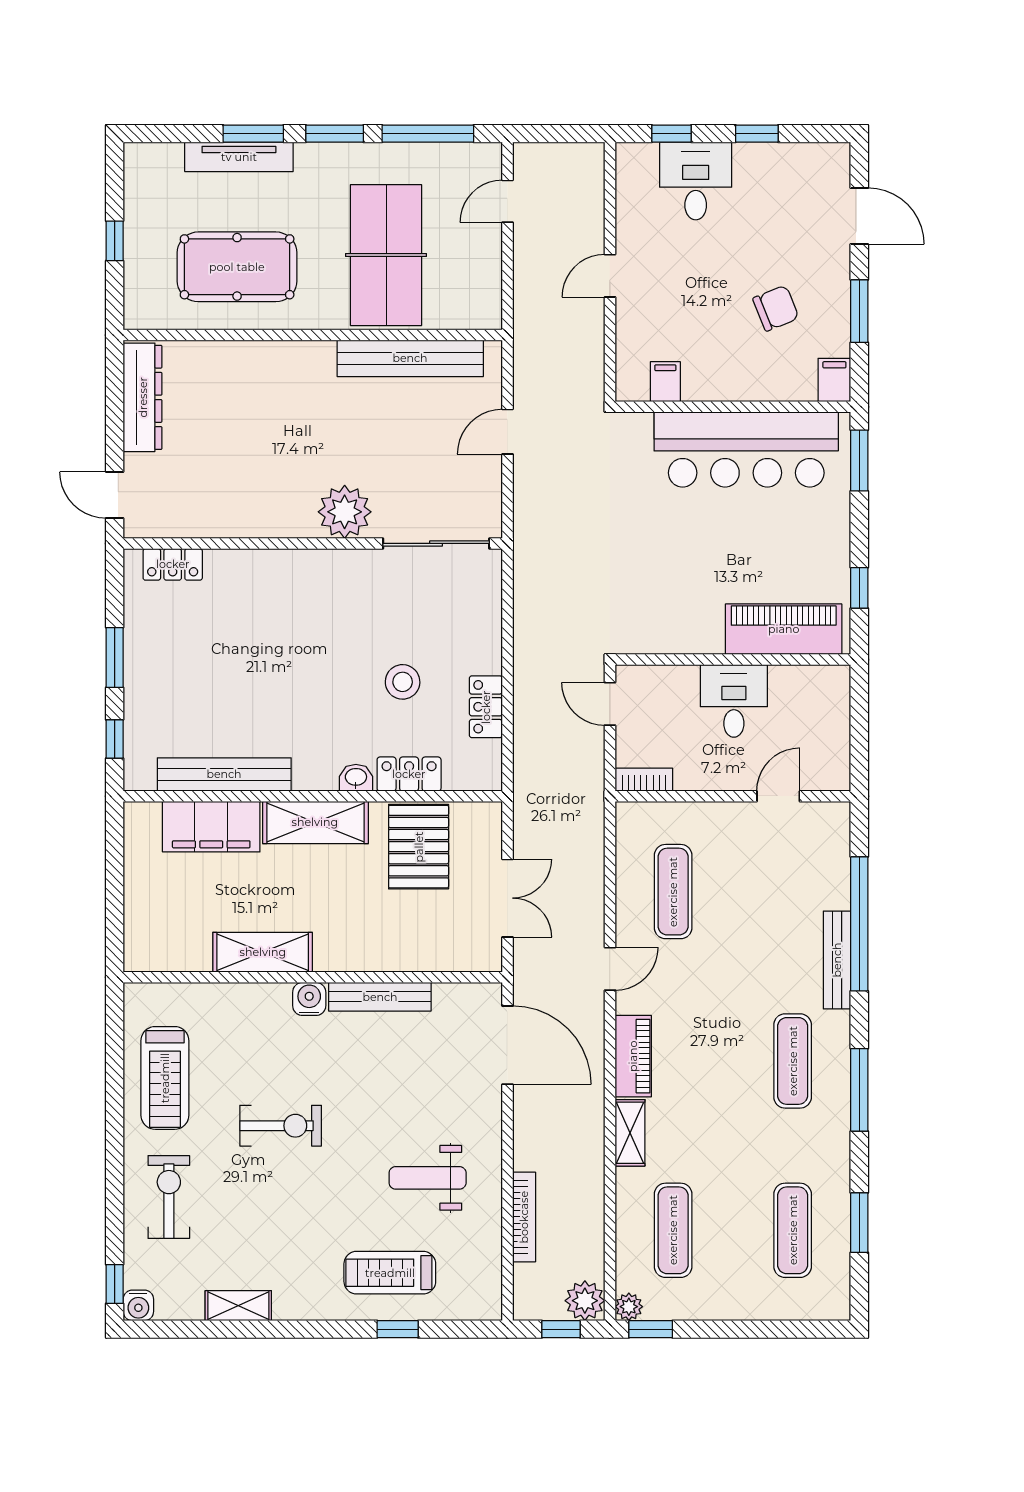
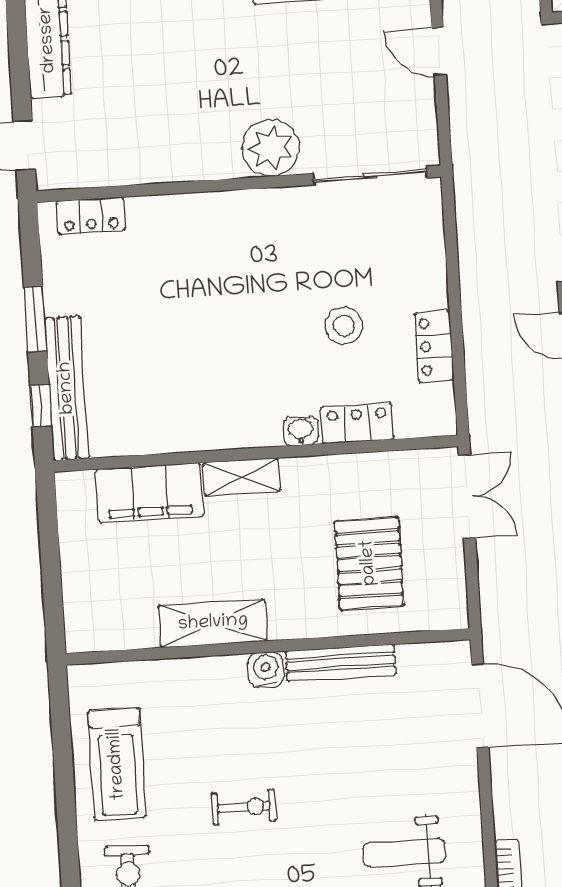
door: (507, 432) -> (439, 52), hinge flipped
bench: (224, 774) -> (67, 388), moved, turned 90
shelving: (315, 822) -> (241, 477), width x0.67, depth x0.75
pallet: (419, 847) -> (369, 563), moved
double door: (507, 898) -> (467, 497), moved
exercise bike: (281, 1126) -> (244, 807), width x0.73, depth x0.72

